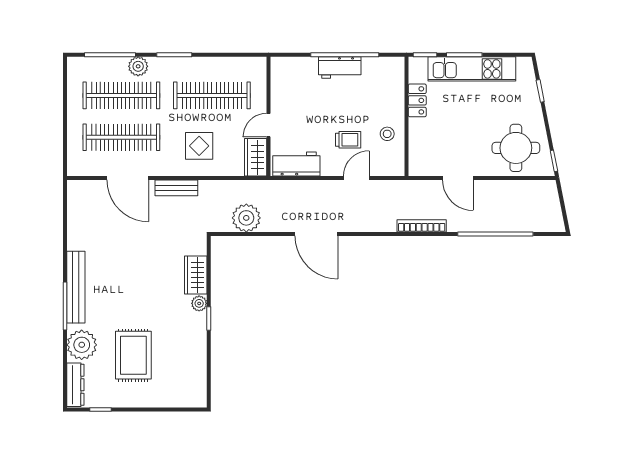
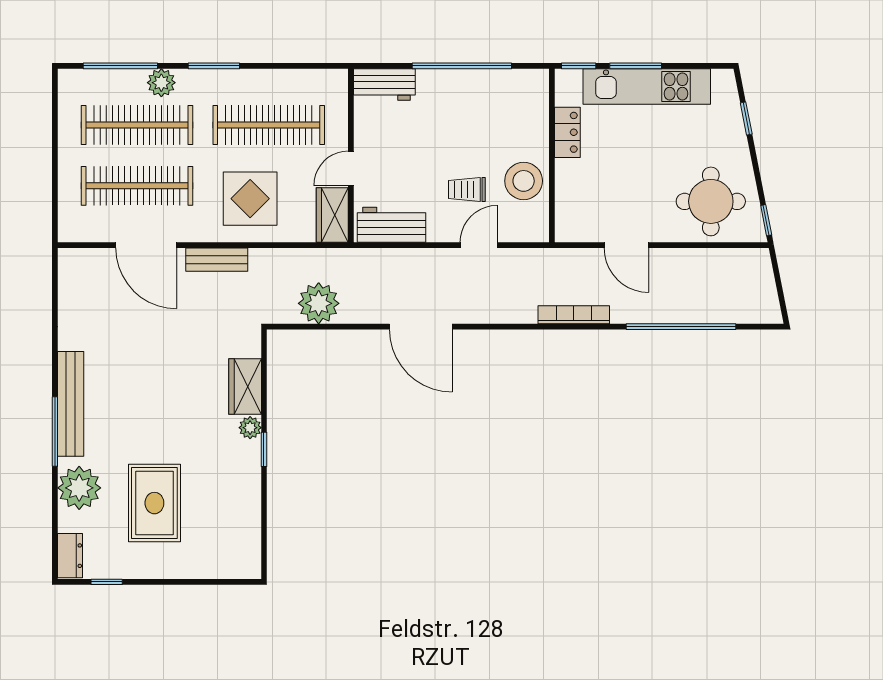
workbench: (340, 67) -> (384, 84), moved
stool: (387, 134) -> (524, 181), width x1.89, depth x1.89
trolley: (348, 140) -> (467, 190), turned 180
display table: (199, 146) -> (250, 199), width x1.36, depth x1.36
dresser: (75, 385) -> (70, 556), width x0.70

